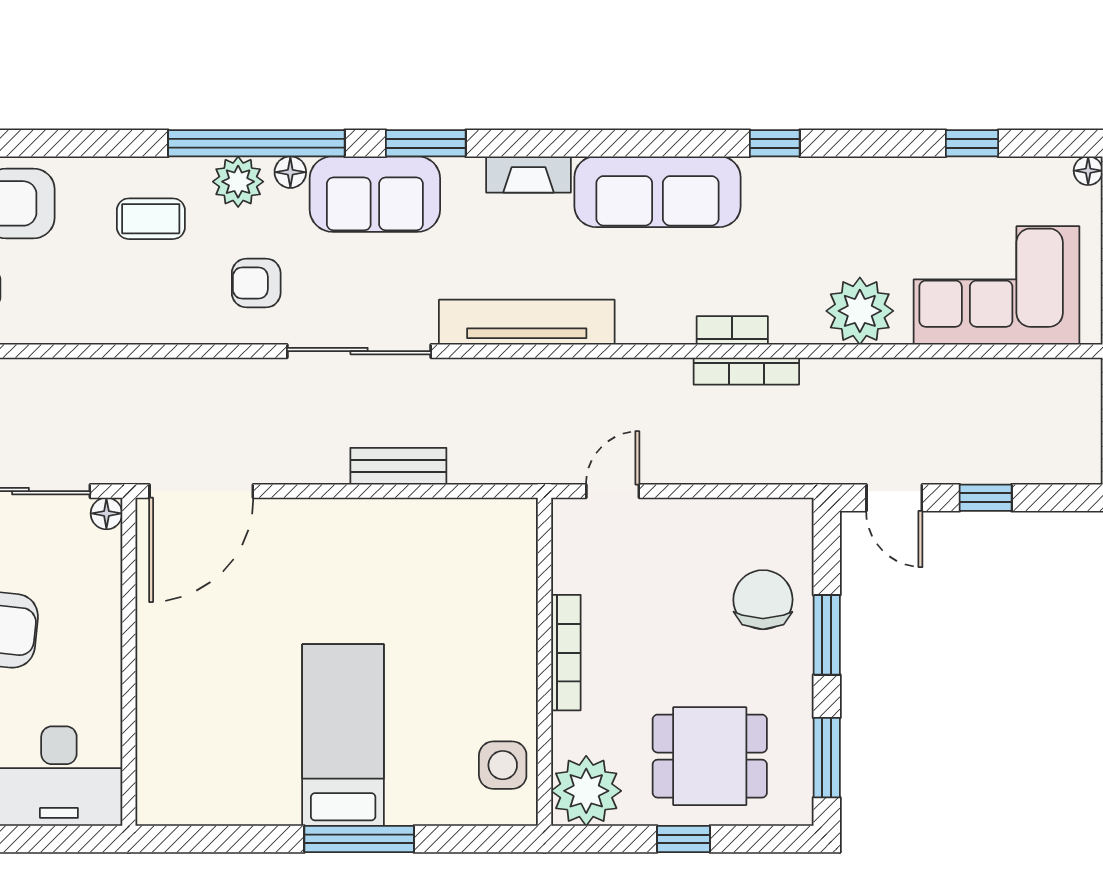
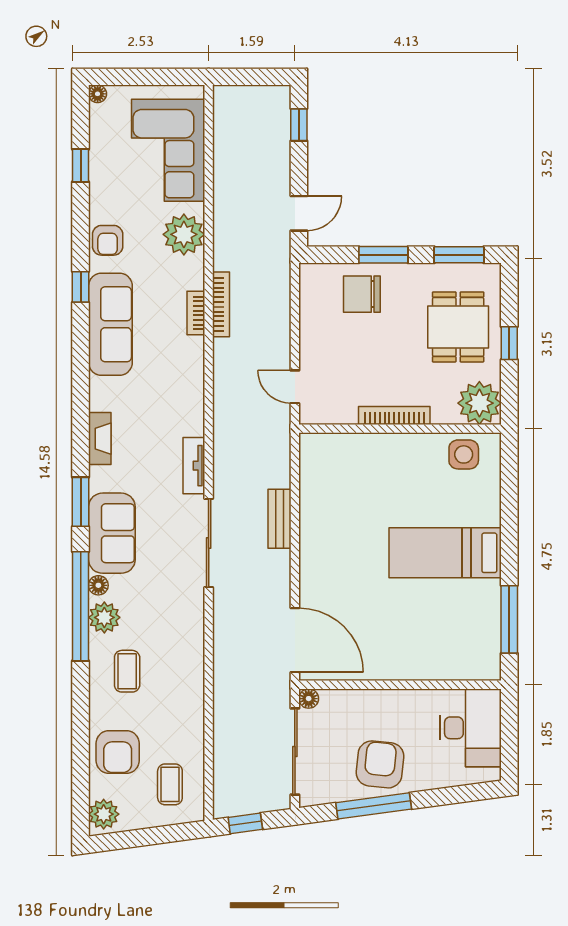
sofa: (658, 192) -> (110, 324), moved
armchair: (256, 283) -> (108, 240), moved
tv unit: (527, 322) -> (194, 466), width x0.52, depth x0.78
window: (986, 498) -> (299, 125), moved
window: (359, 839) -> (509, 619), moved

